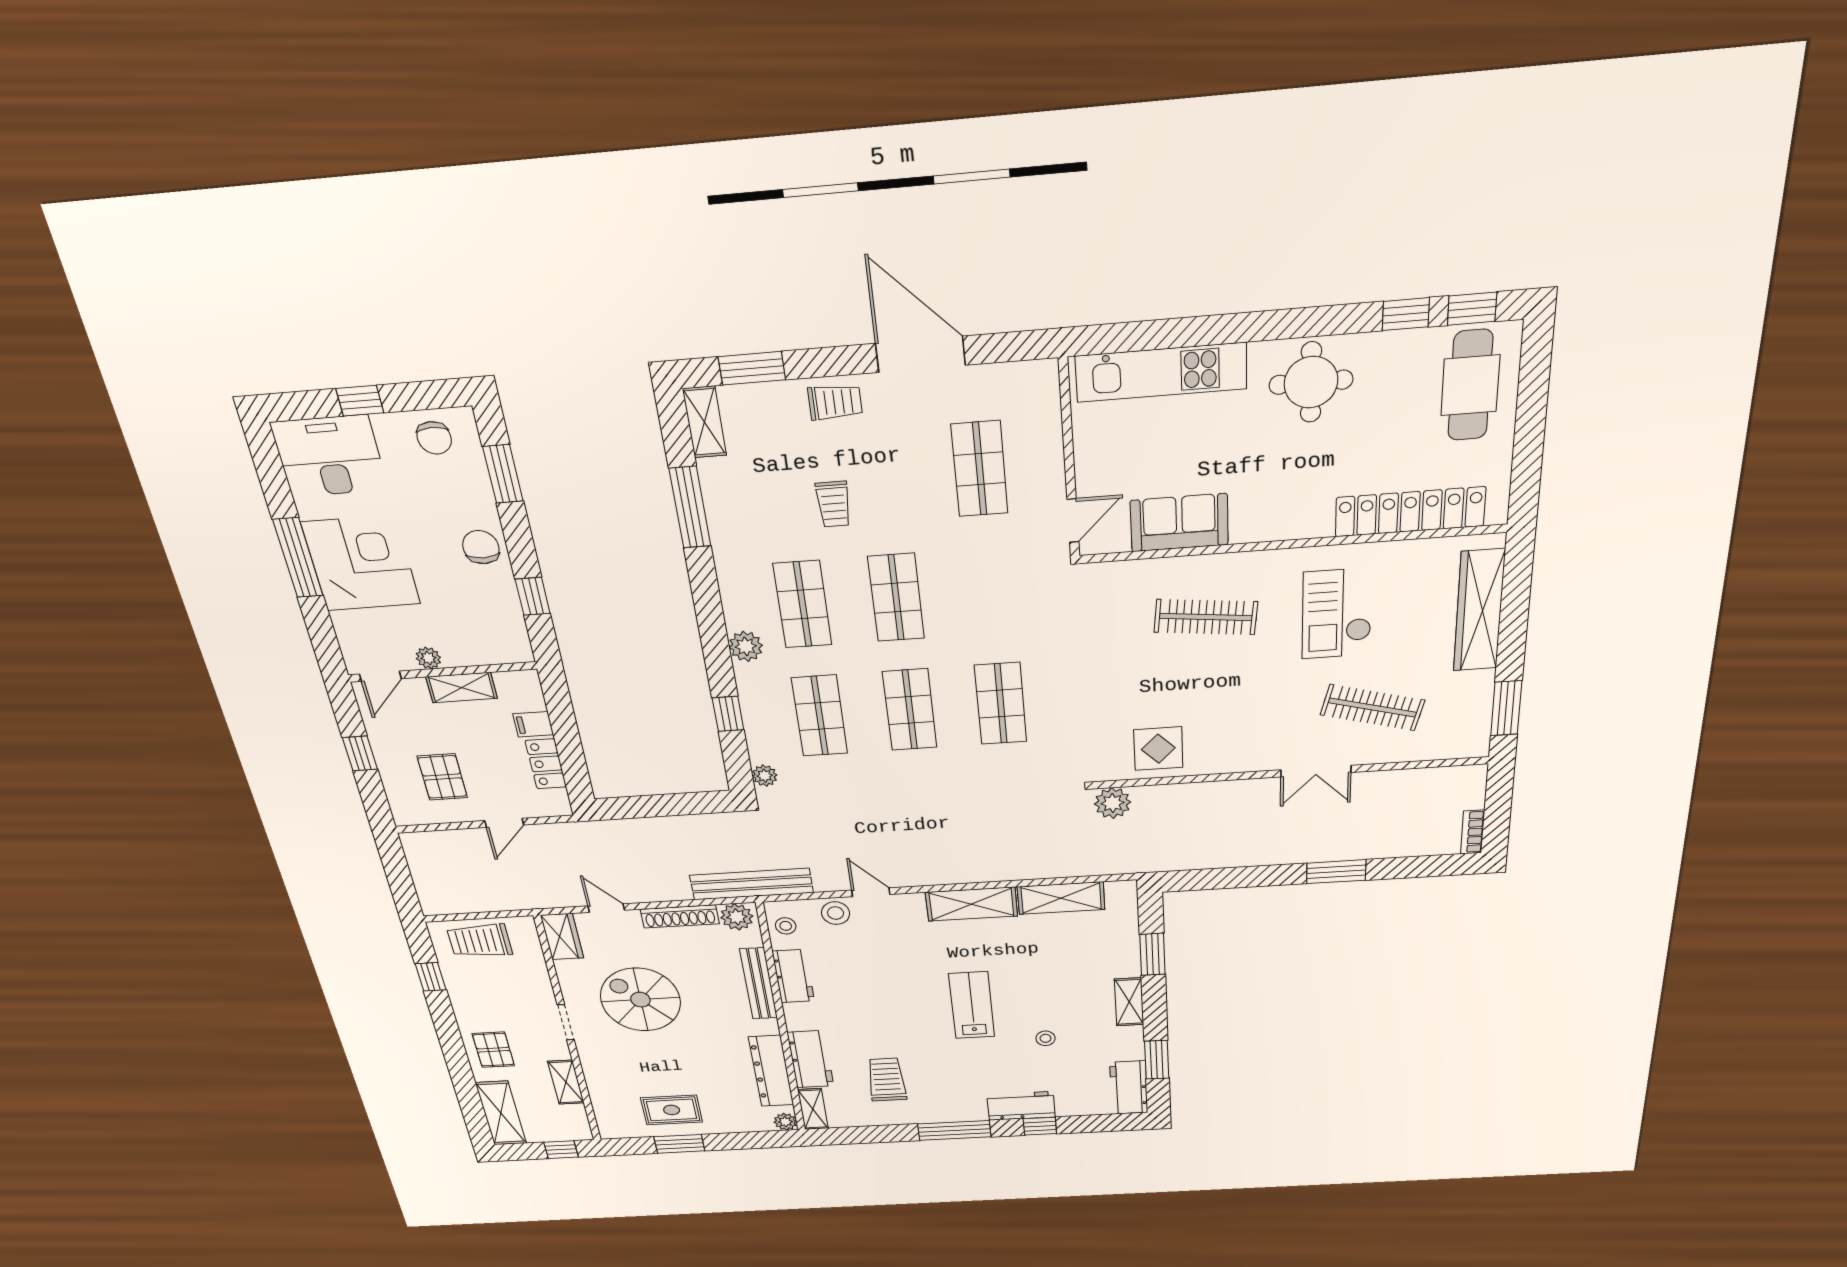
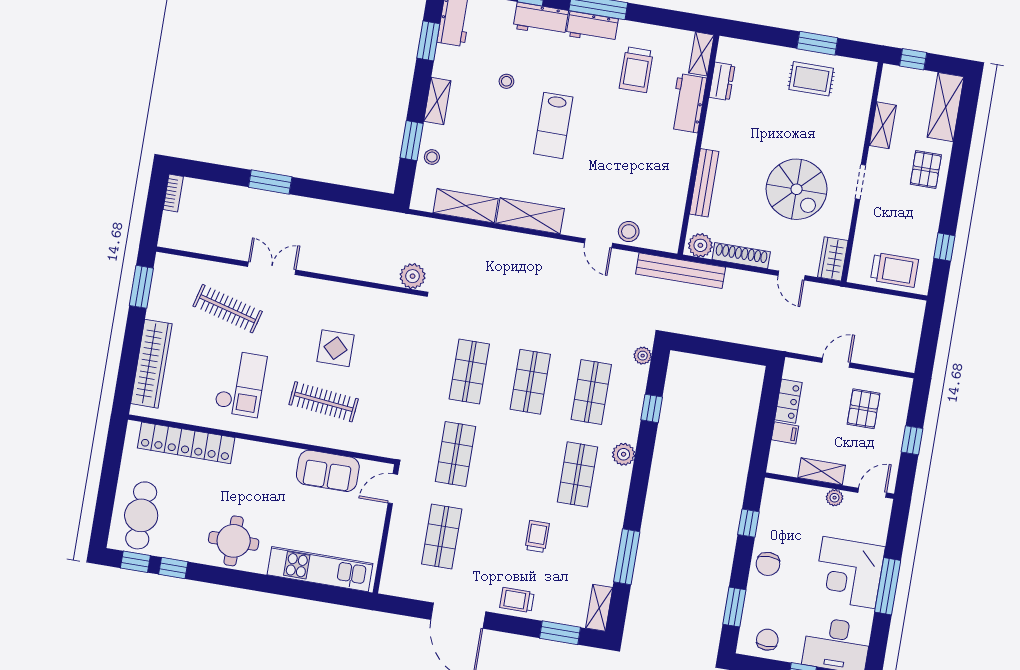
shop shelf: (896, 598) -> (455, 454), moved
display table: (1158, 749) -> (335, 348), moved
stool: (786, 926) -> (432, 157), moved
workbench: (793, 976) -> (592, 27), moved, turned -90
dresser: (771, 1071) -> (722, 81), width x0.51, depth x0.80
plant: (785, 1122) -> (727, 46), removed

